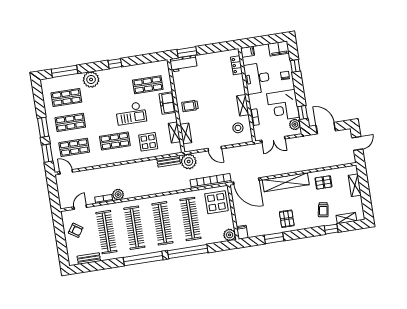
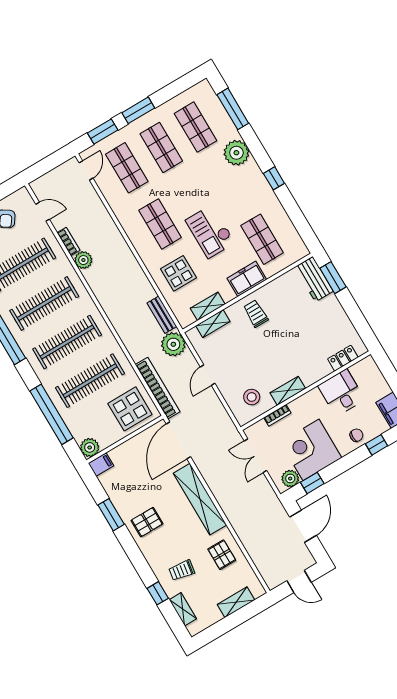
filing cabinet: (248, 52) -> (369, 366), removed
desk: (257, 78) -> (341, 393), width x0.73
window: (188, 252) -> (51, 414), moved

